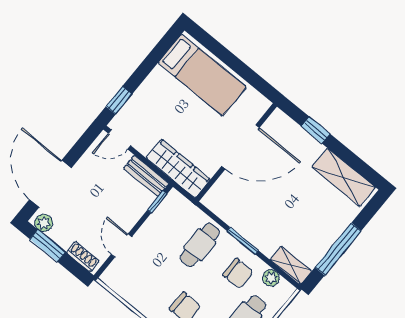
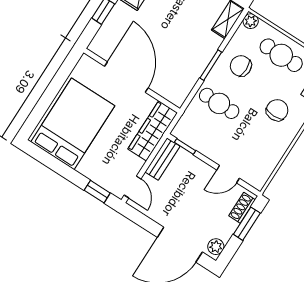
bed: (202, 75) -> (73, 124), width x1.50
window: (48, 246) -> (247, 224), moved
chair: (238, 273) -> (241, 66), turned -90
plant: (271, 278) -> (251, 21), moved

